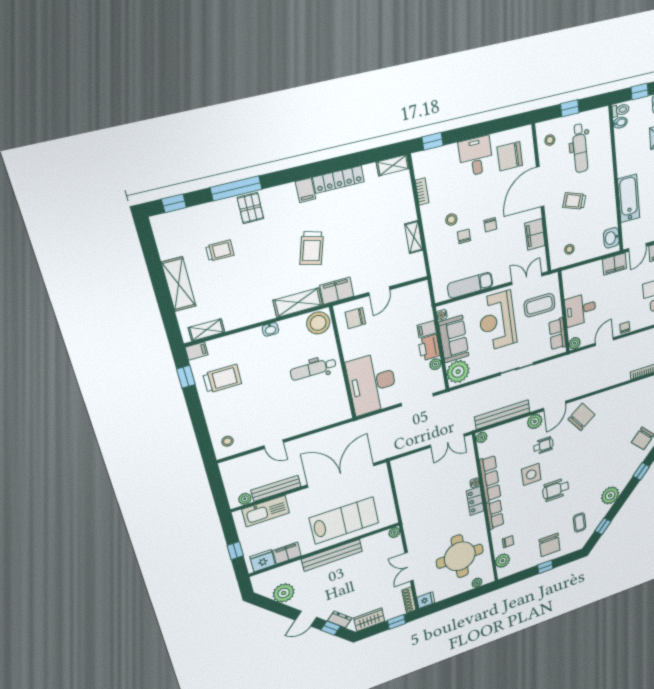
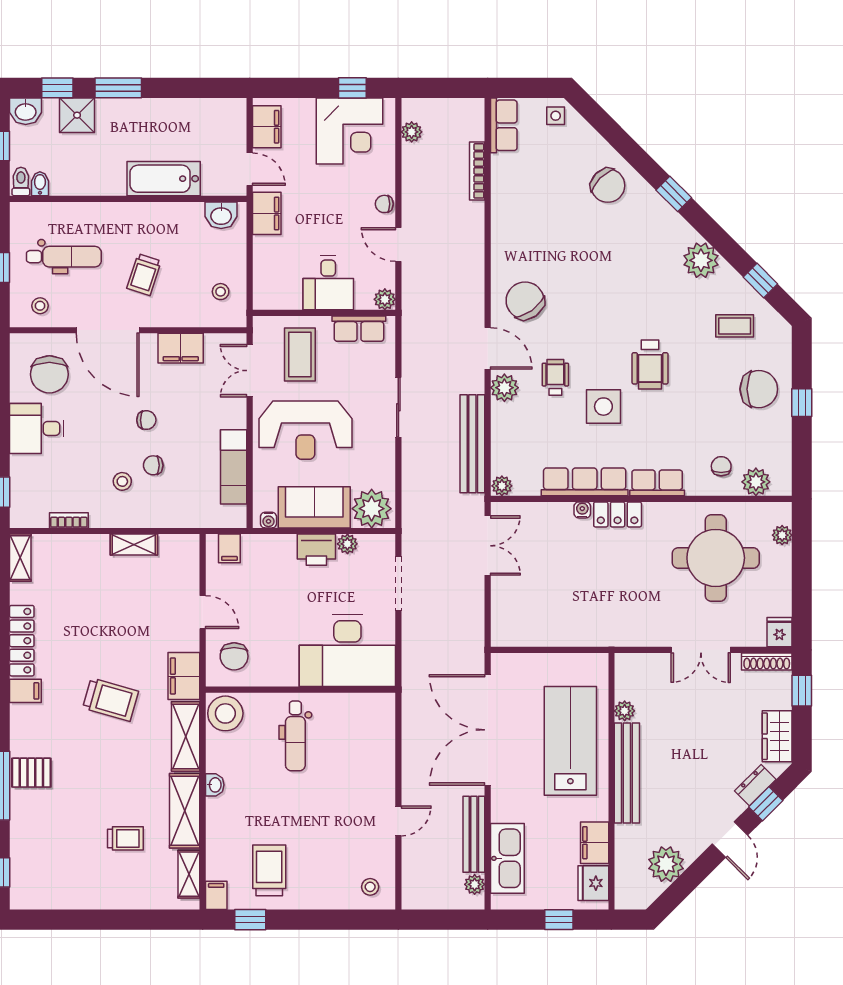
trolley: (220, 251) -> (125, 838), moved, turned 90
shelving: (179, 284) -> (185, 811), moved, turned 90
filing cabinet: (427, 329) -> (229, 548), moved
plant: (394, 532) -> (625, 711), moved

